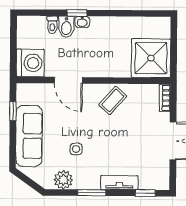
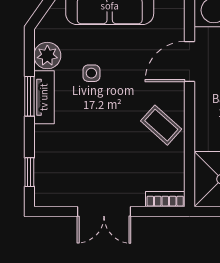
tv unit: (119, 183) -> (44, 97), moved

